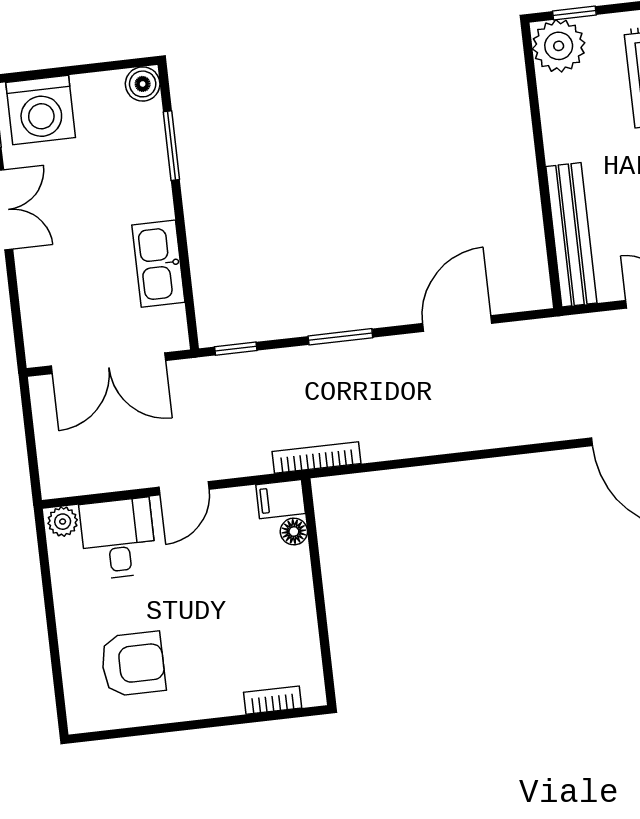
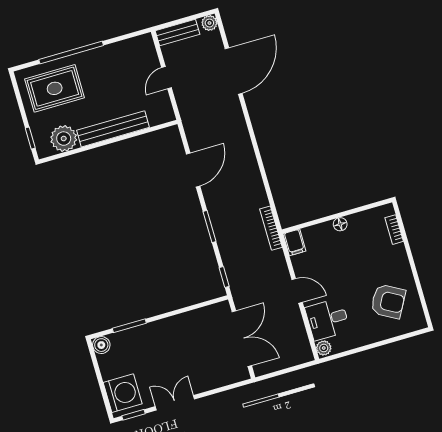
plant: (559, 46) -> (64, 139), moved
bench: (571, 235) -> (113, 129), moved
kitchen sink: (158, 264) -> (189, 322), removed
door: (457, 323) -> (193, 170), swing flipped
floor lamp: (294, 531) -> (340, 224), moved
armchair: (133, 664) -> (388, 301), turned 119

